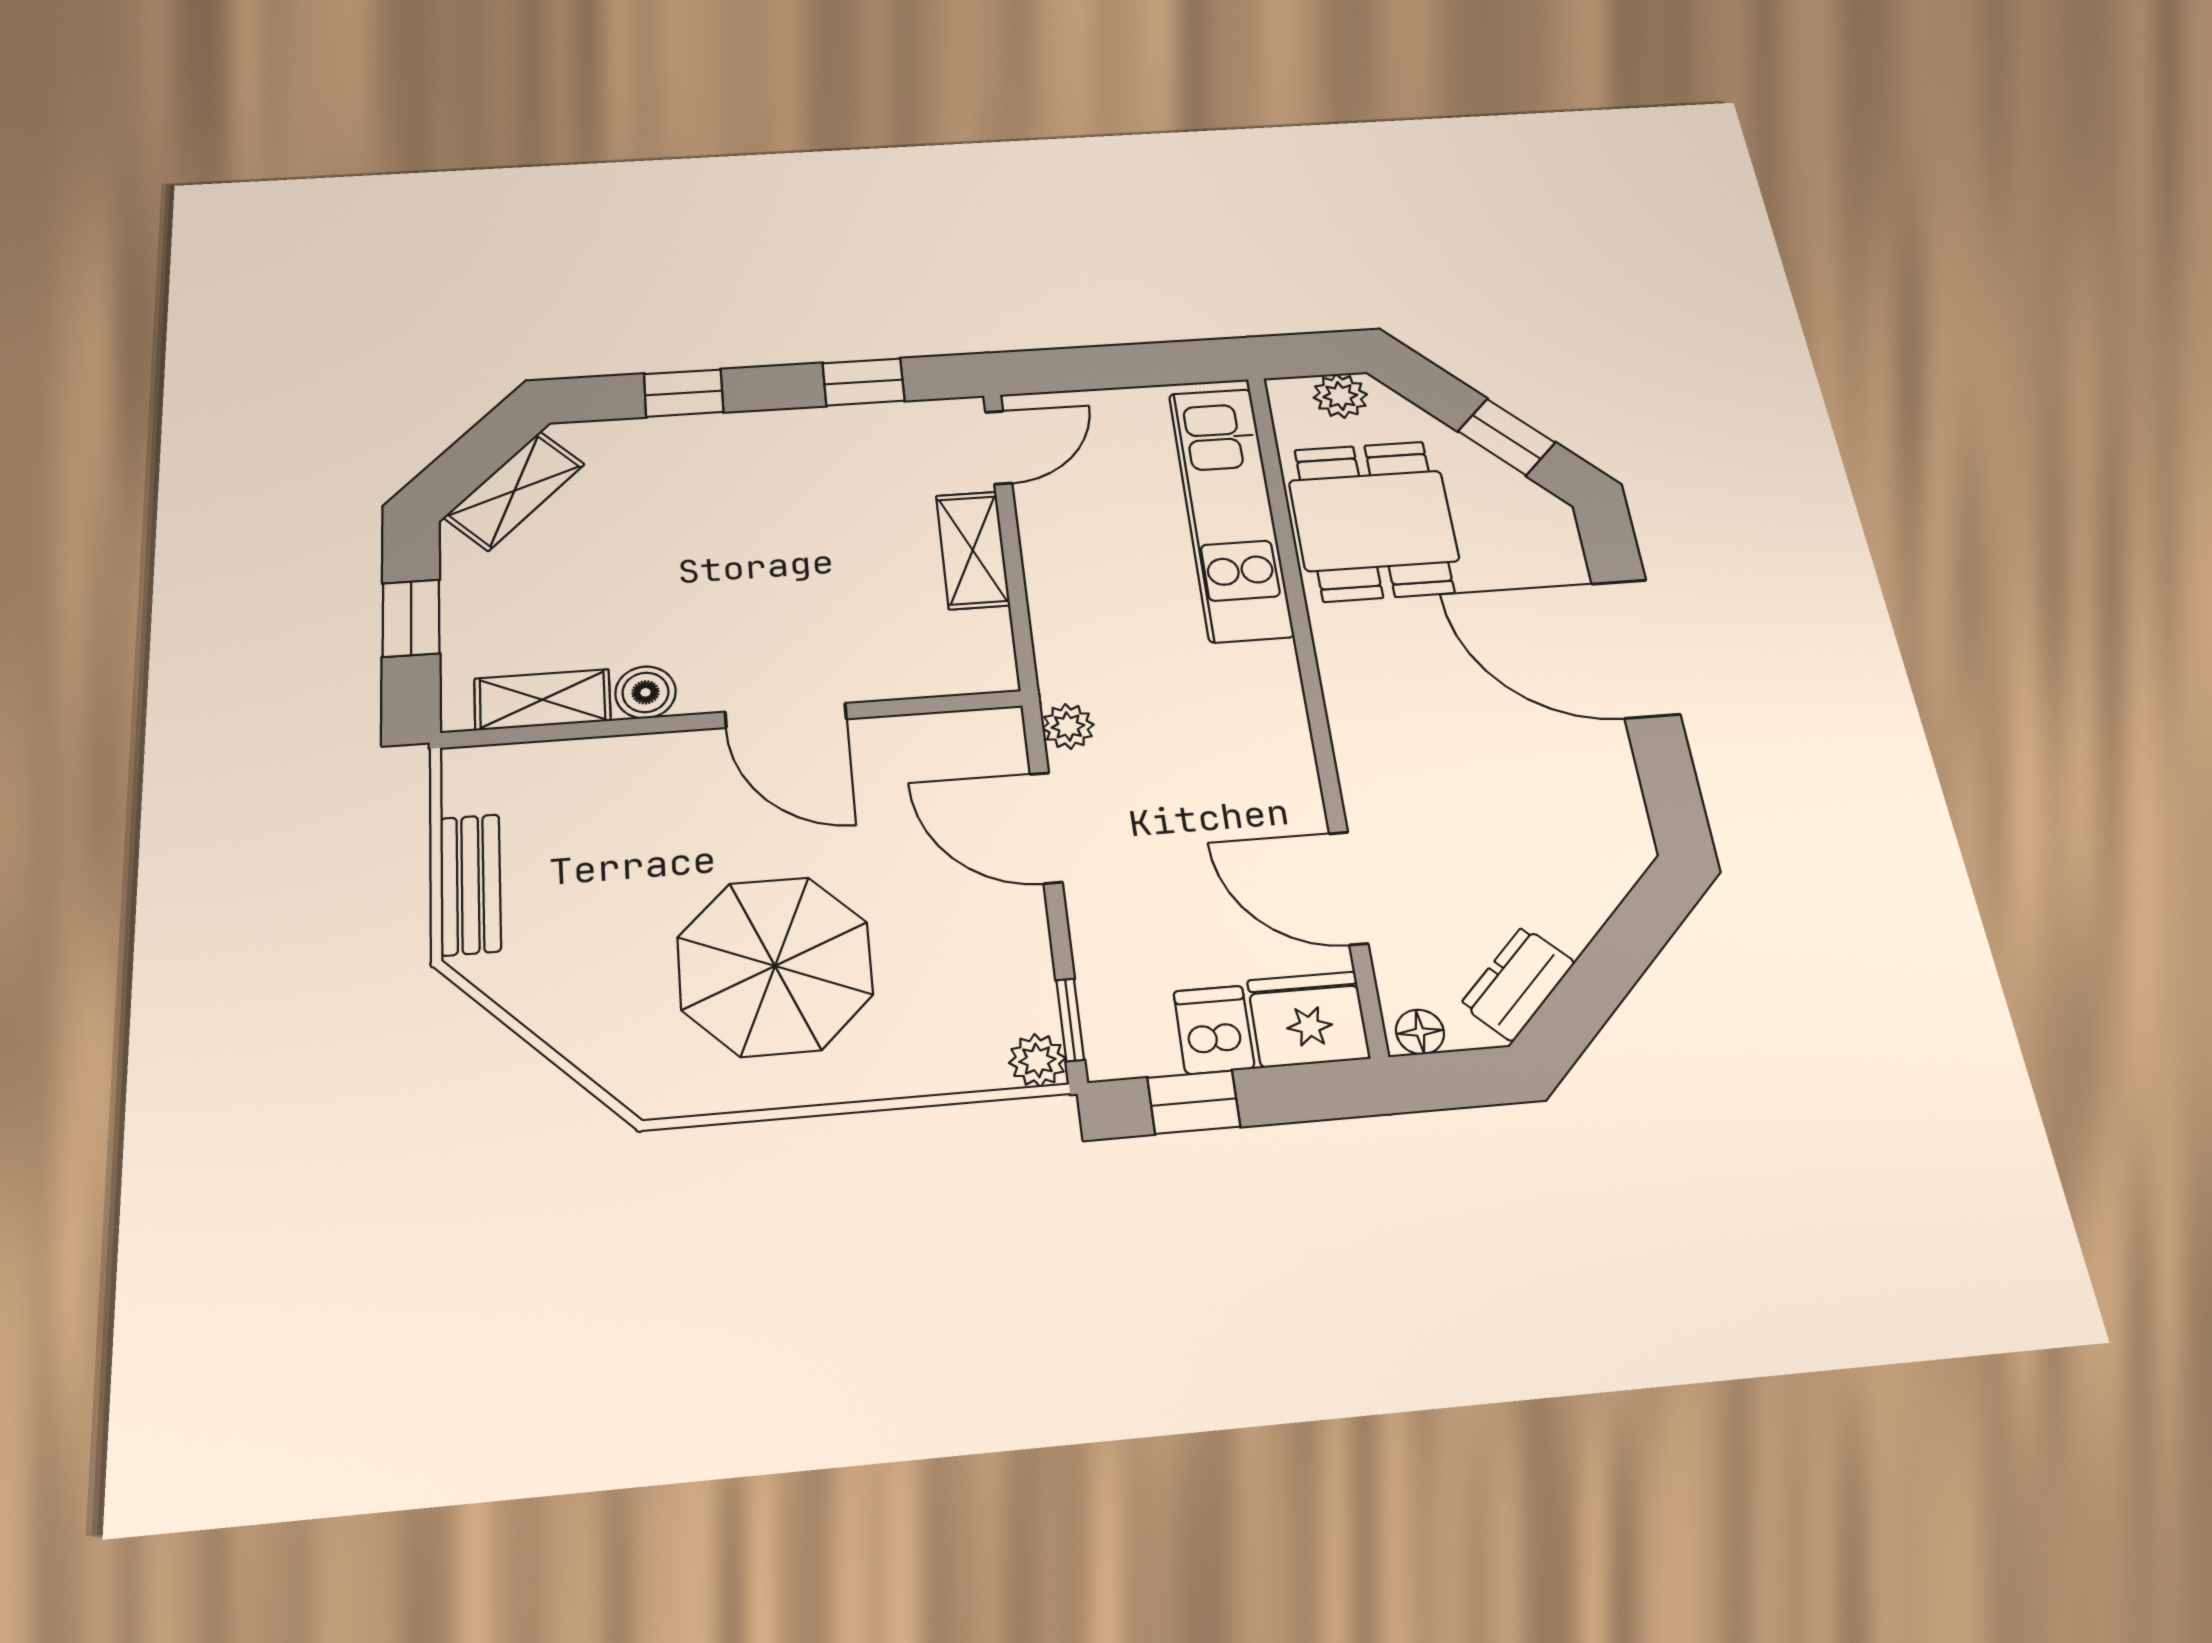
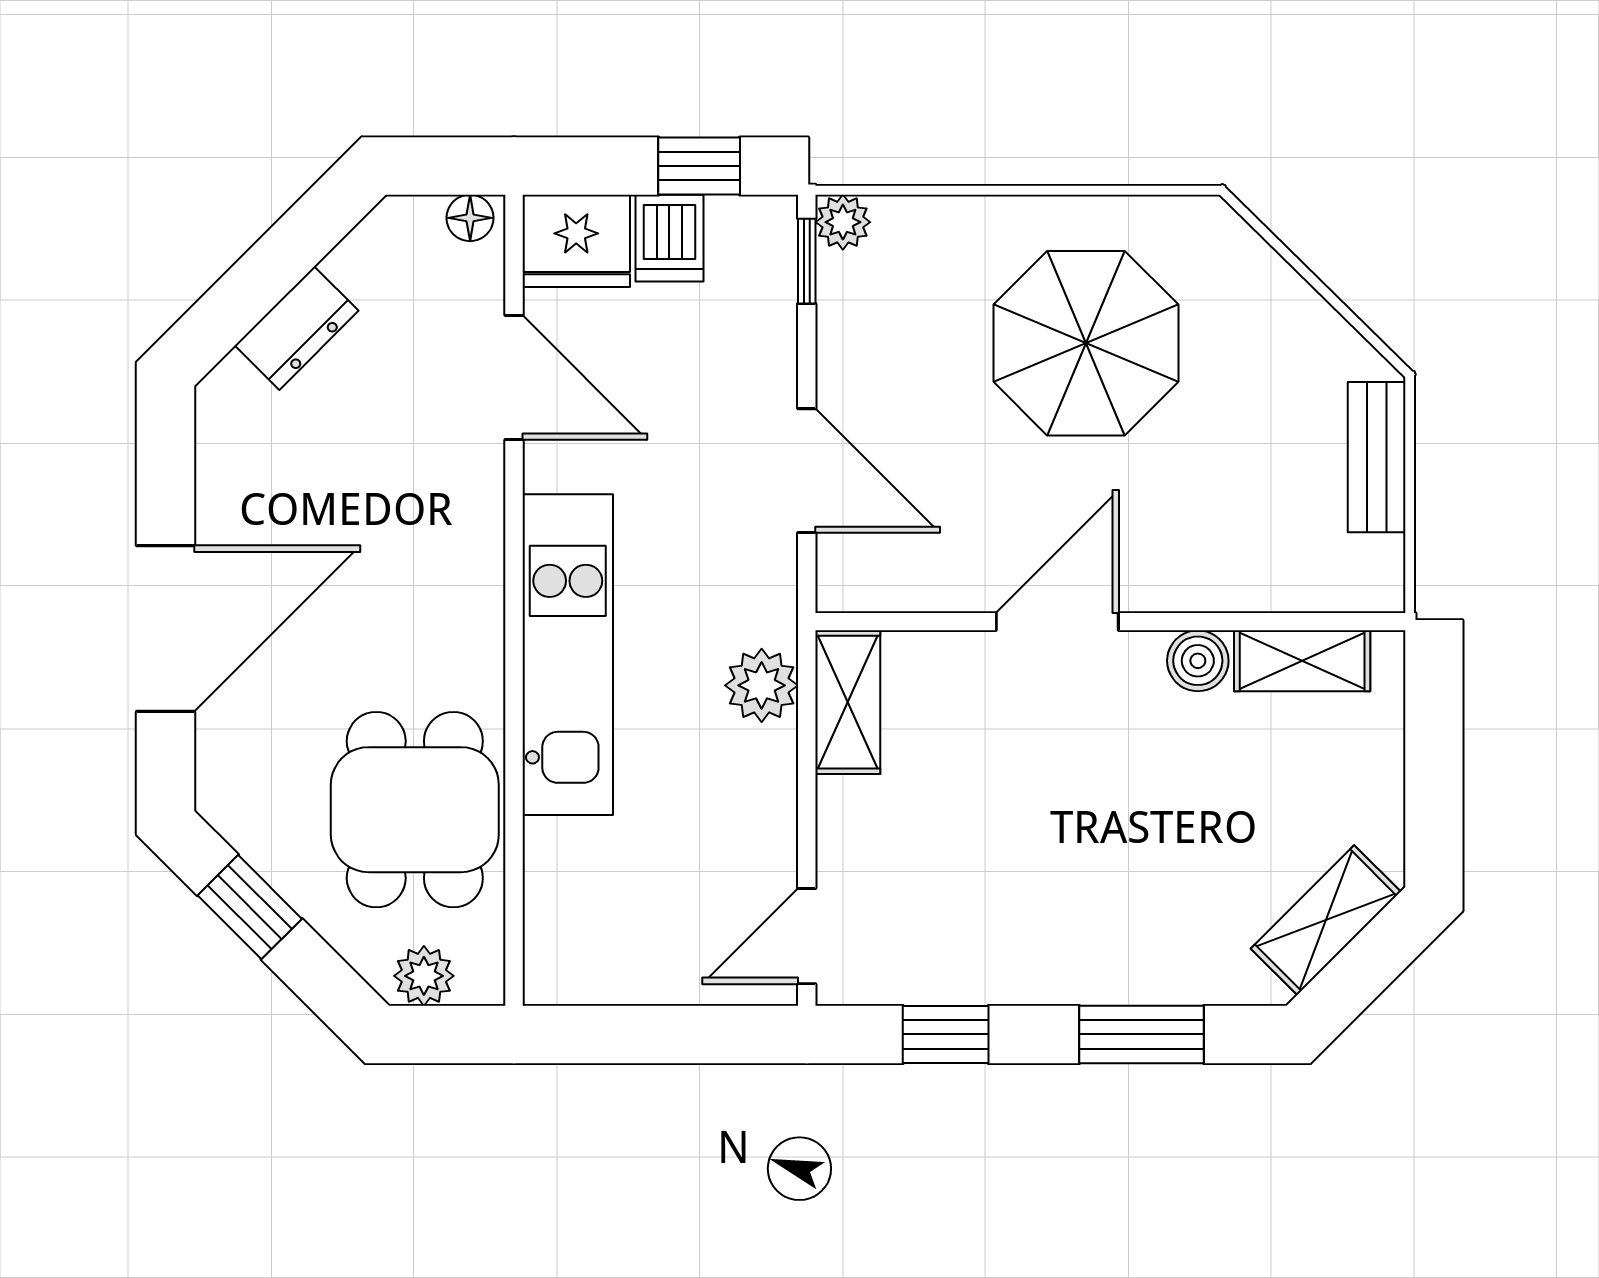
window: (684, 393) -> (1141, 1034), width x1.50
kitchen unit: (1230, 513) -> (568, 655), moved
shelving: (973, 550) -> (848, 702), moved
window: (411, 618) -> (1434, 769), removed
door: (1635, 648) -> (165, 628), hinge flipped
door: (786, 716) -> (1057, 622), hinge flipped
plant: (1068, 726) -> (762, 685), moved, width x1.38, depth x1.38
dresser: (1518, 983) -> (297, 328), moved

